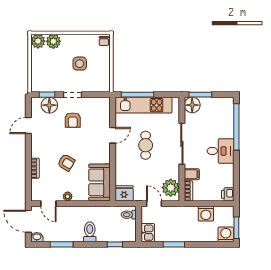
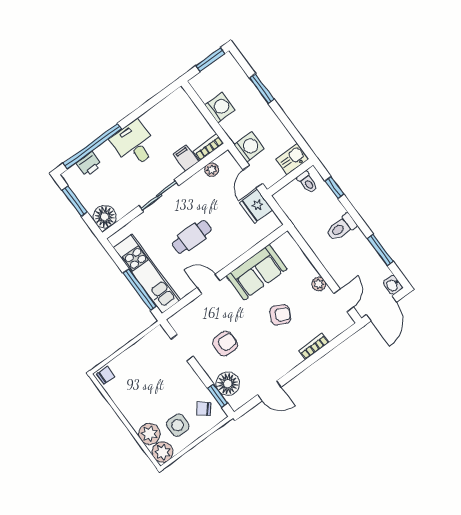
side table: (80, 64) -> (178, 425), moved
chair: (45, 82) -> (204, 409), added
doorway: (72, 95) -> (182, 348), moved
window: (200, 95) -> (75, 201), moved
sliding door: (182, 144) -> (159, 196), width x0.73
armchair: (66, 163) -> (280, 315), turned 86
sofa: (99, 182) -> (257, 272), moved
plant: (171, 188) -> (212, 170), width x0.53, depth x0.53
fridge: (124, 193) -> (256, 206), moved
printer: (228, 194) -> (89, 164), moved
toilet: (129, 215) -> (307, 182), moved
washing machine: (226, 234) -> (249, 147), moved, turned 180
window: (174, 244) -> (262, 89), moved

